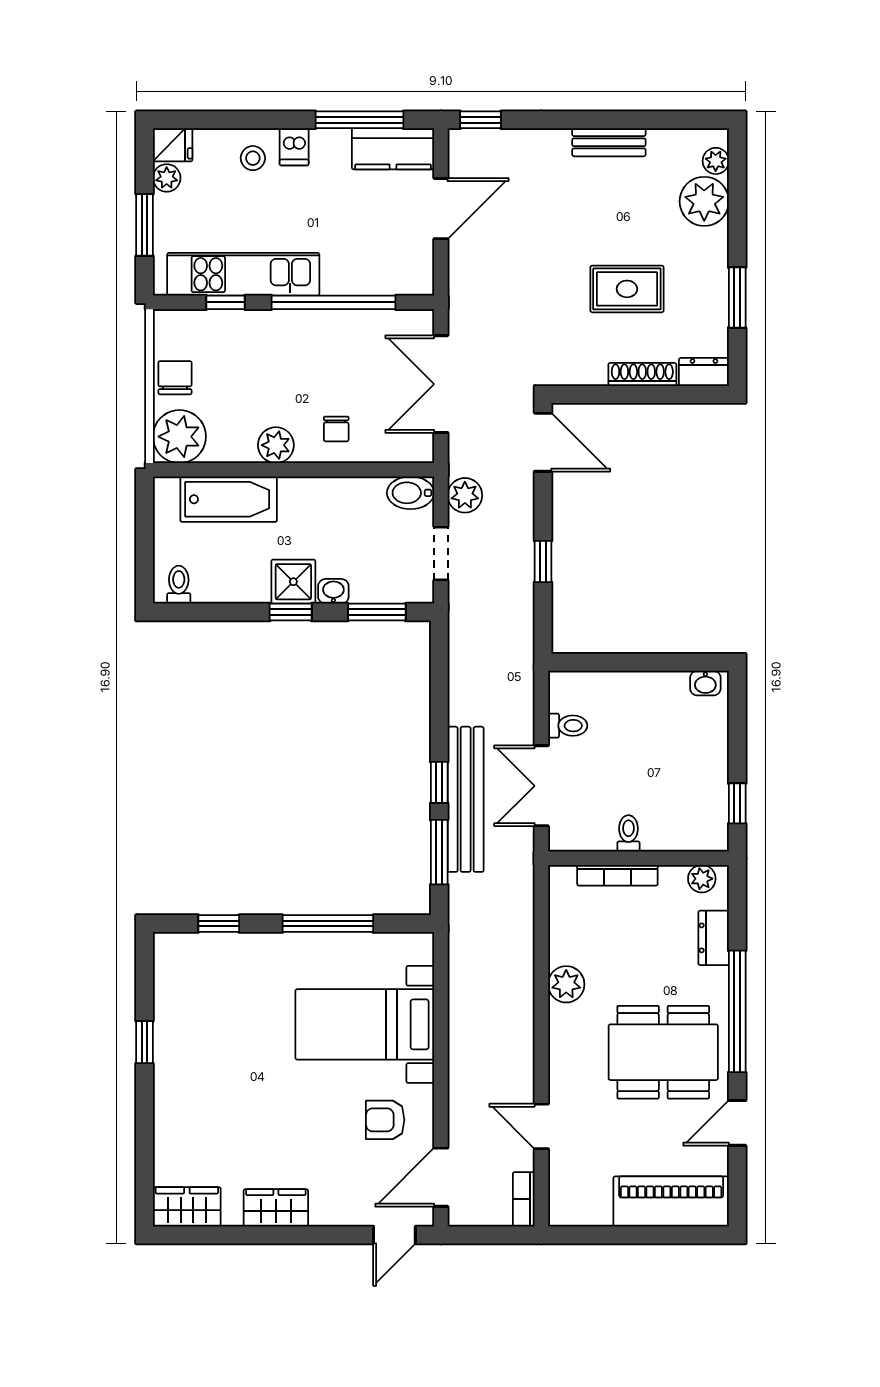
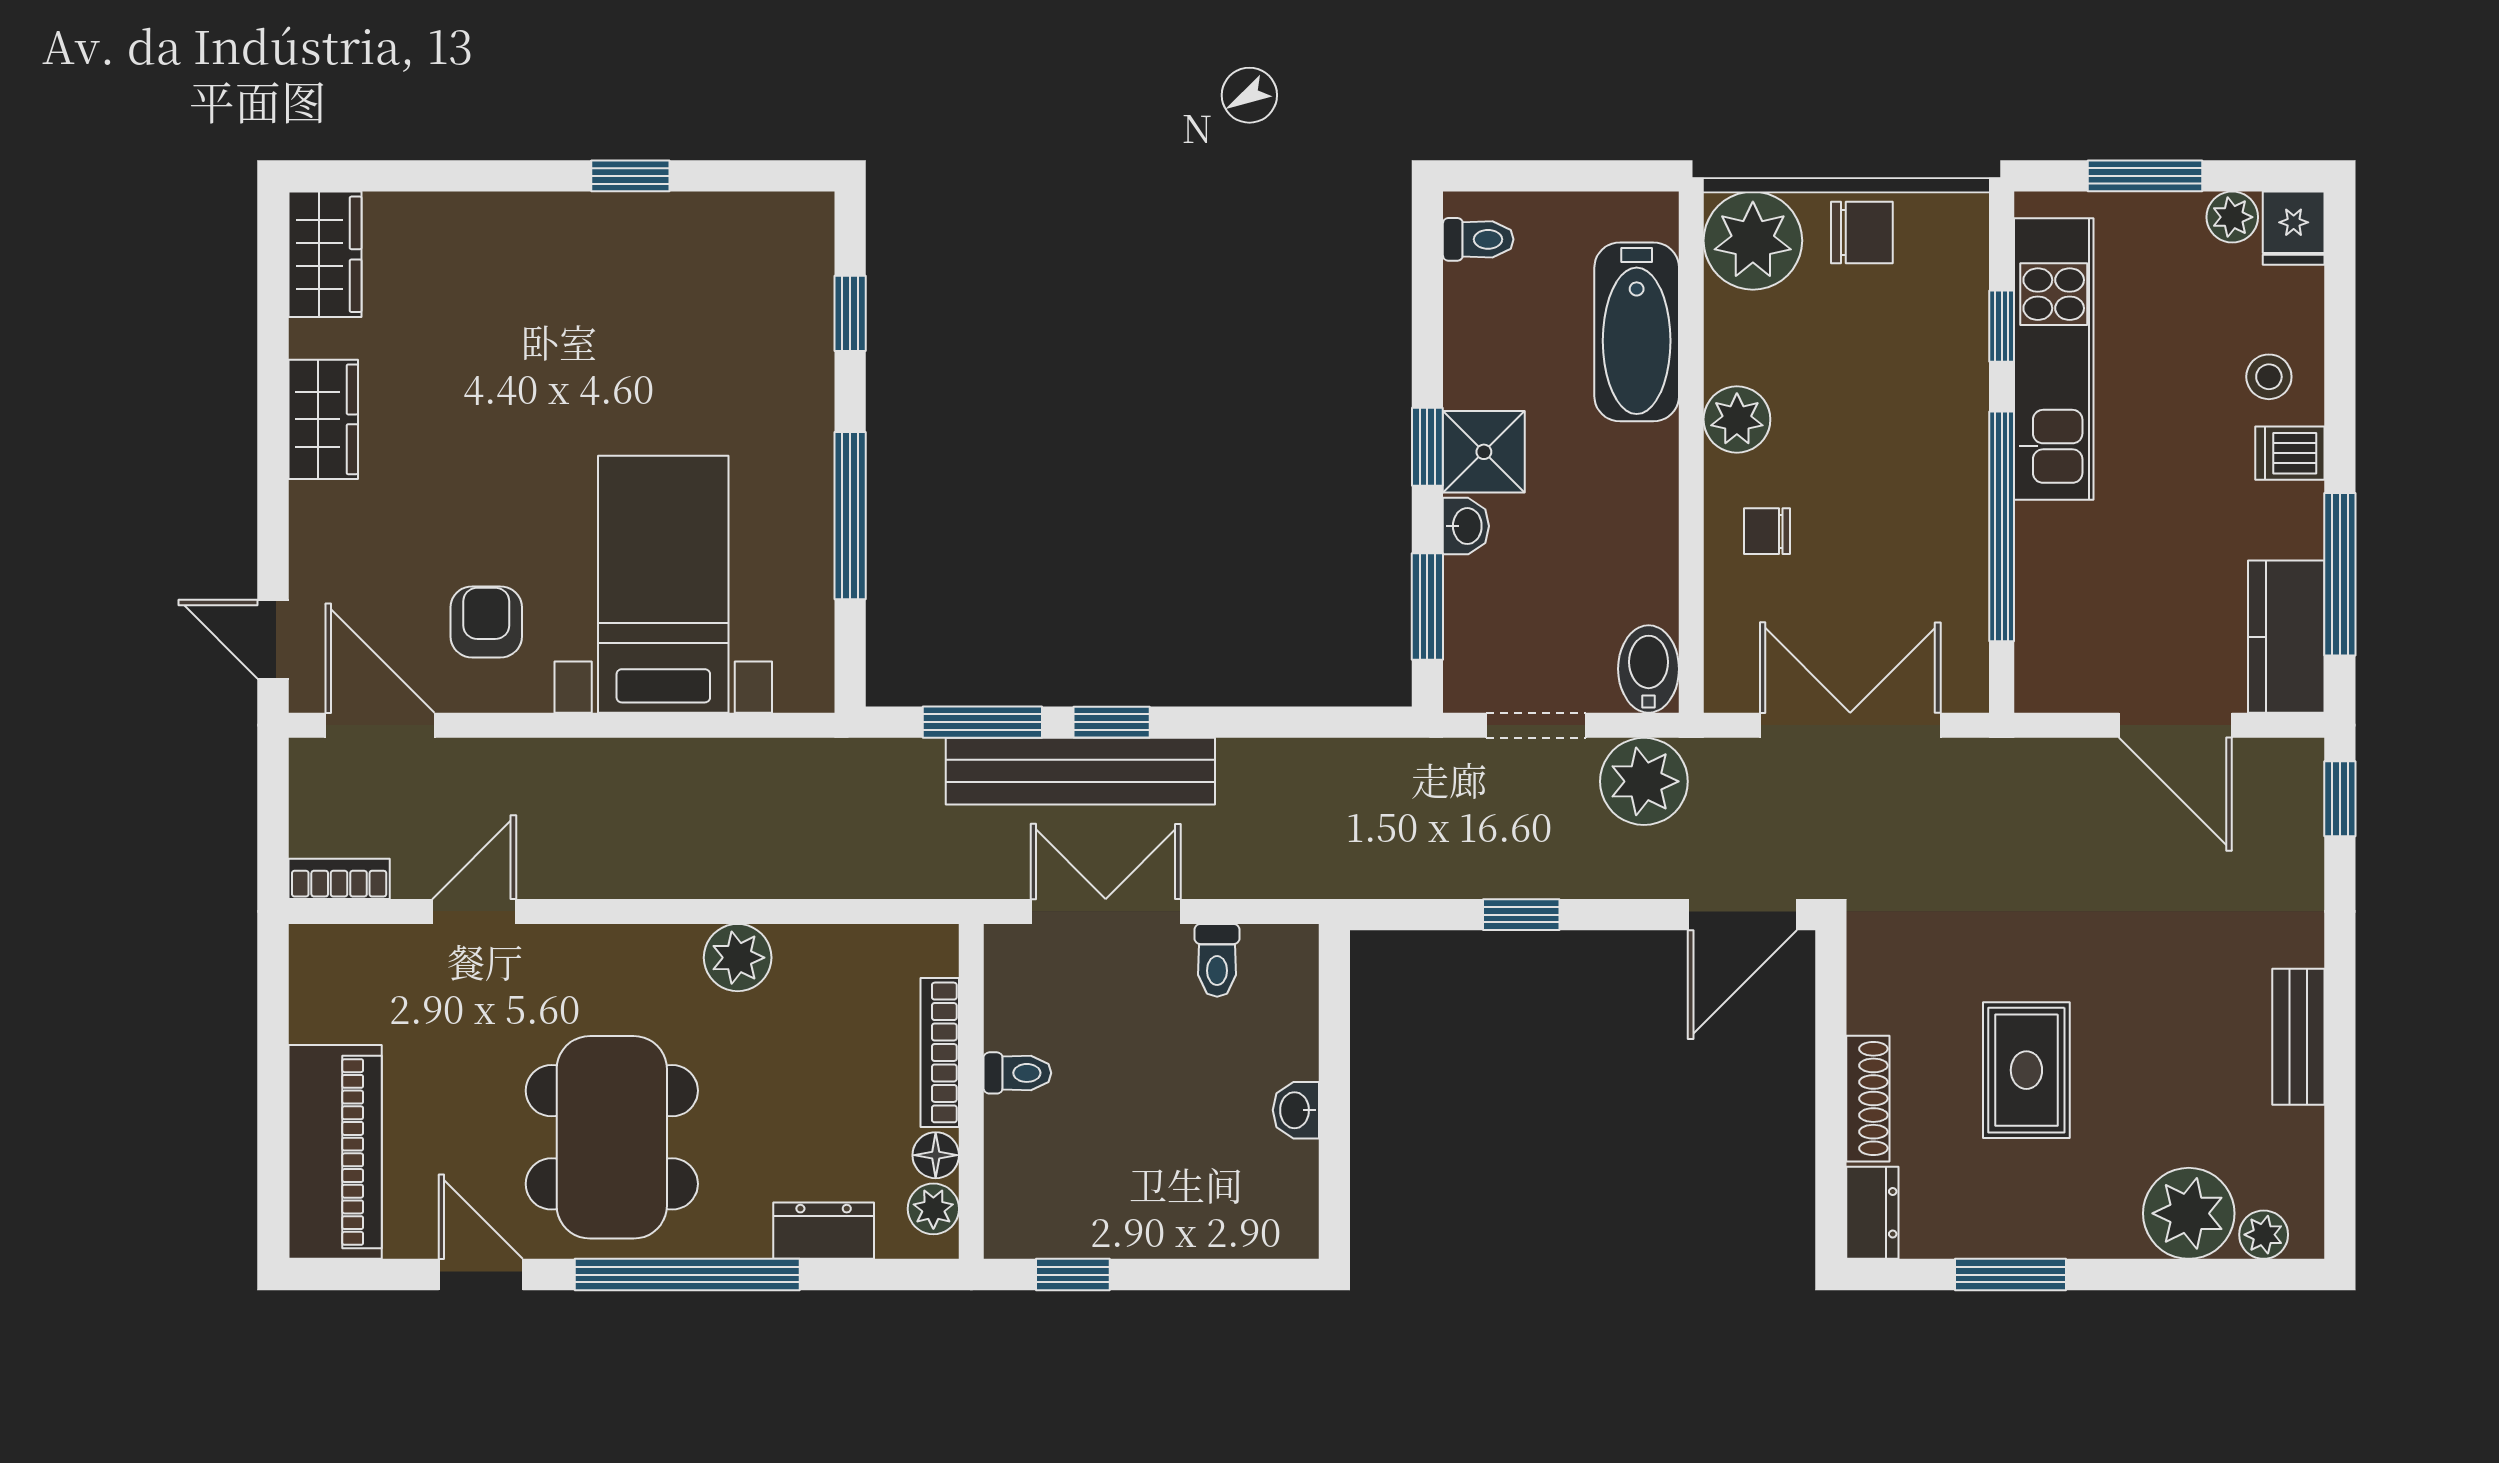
plant: (465, 495) -> (1644, 781), width x1.36, depth x1.36
washbasin: (705, 683) -> (1296, 1110), moved
floor lamp: (673, 877) -> (936, 1155), added

